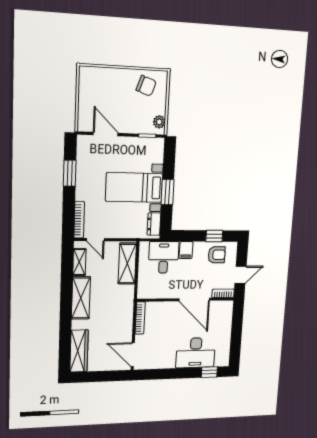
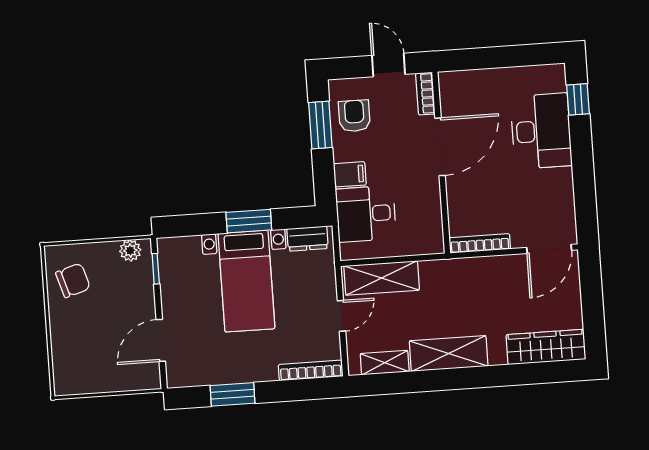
chair: (146, 86) -> (73, 280), turned 54
window: (214, 236) -> (320, 125), width x1.50
door: (95, 240) -> (341, 316), moved

